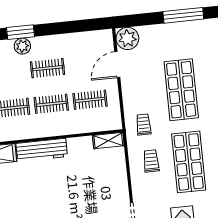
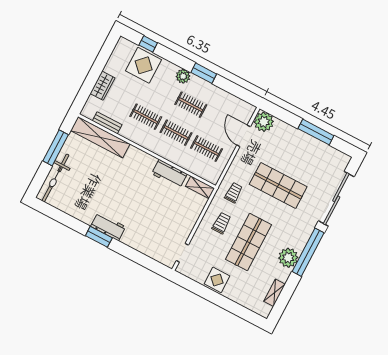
window: (20, 32) -> (204, 73), moved
door: (117, 64) -> (244, 136), hinge flipped
shop shelf: (181, 90) -> (278, 186), turned 90
workbench: (42, 150) -> (169, 174), moved, width x0.73

